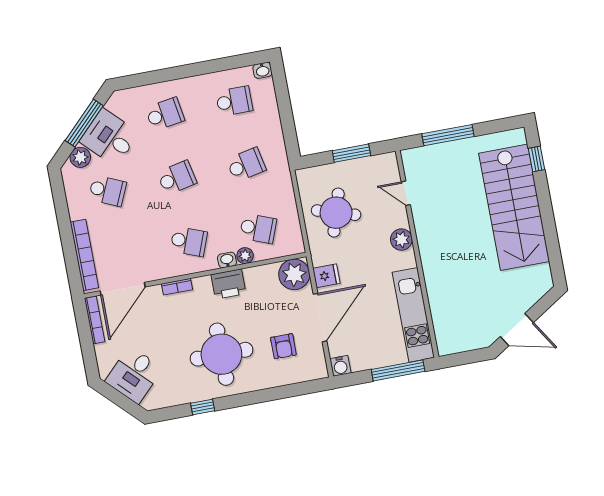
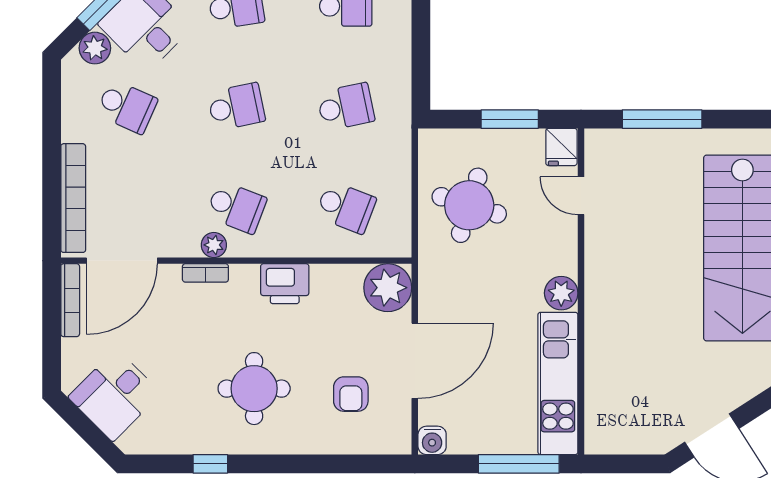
plant: (401, 240) -> (561, 293), moved
plant: (245, 256) -> (214, 245), moved
washbasin: (227, 260) -> (289, 246), removed
fridge: (326, 276) -> (561, 147), moved, turned 90
round table: (221, 354) -> (254, 389), width x0.73, depth x0.73

